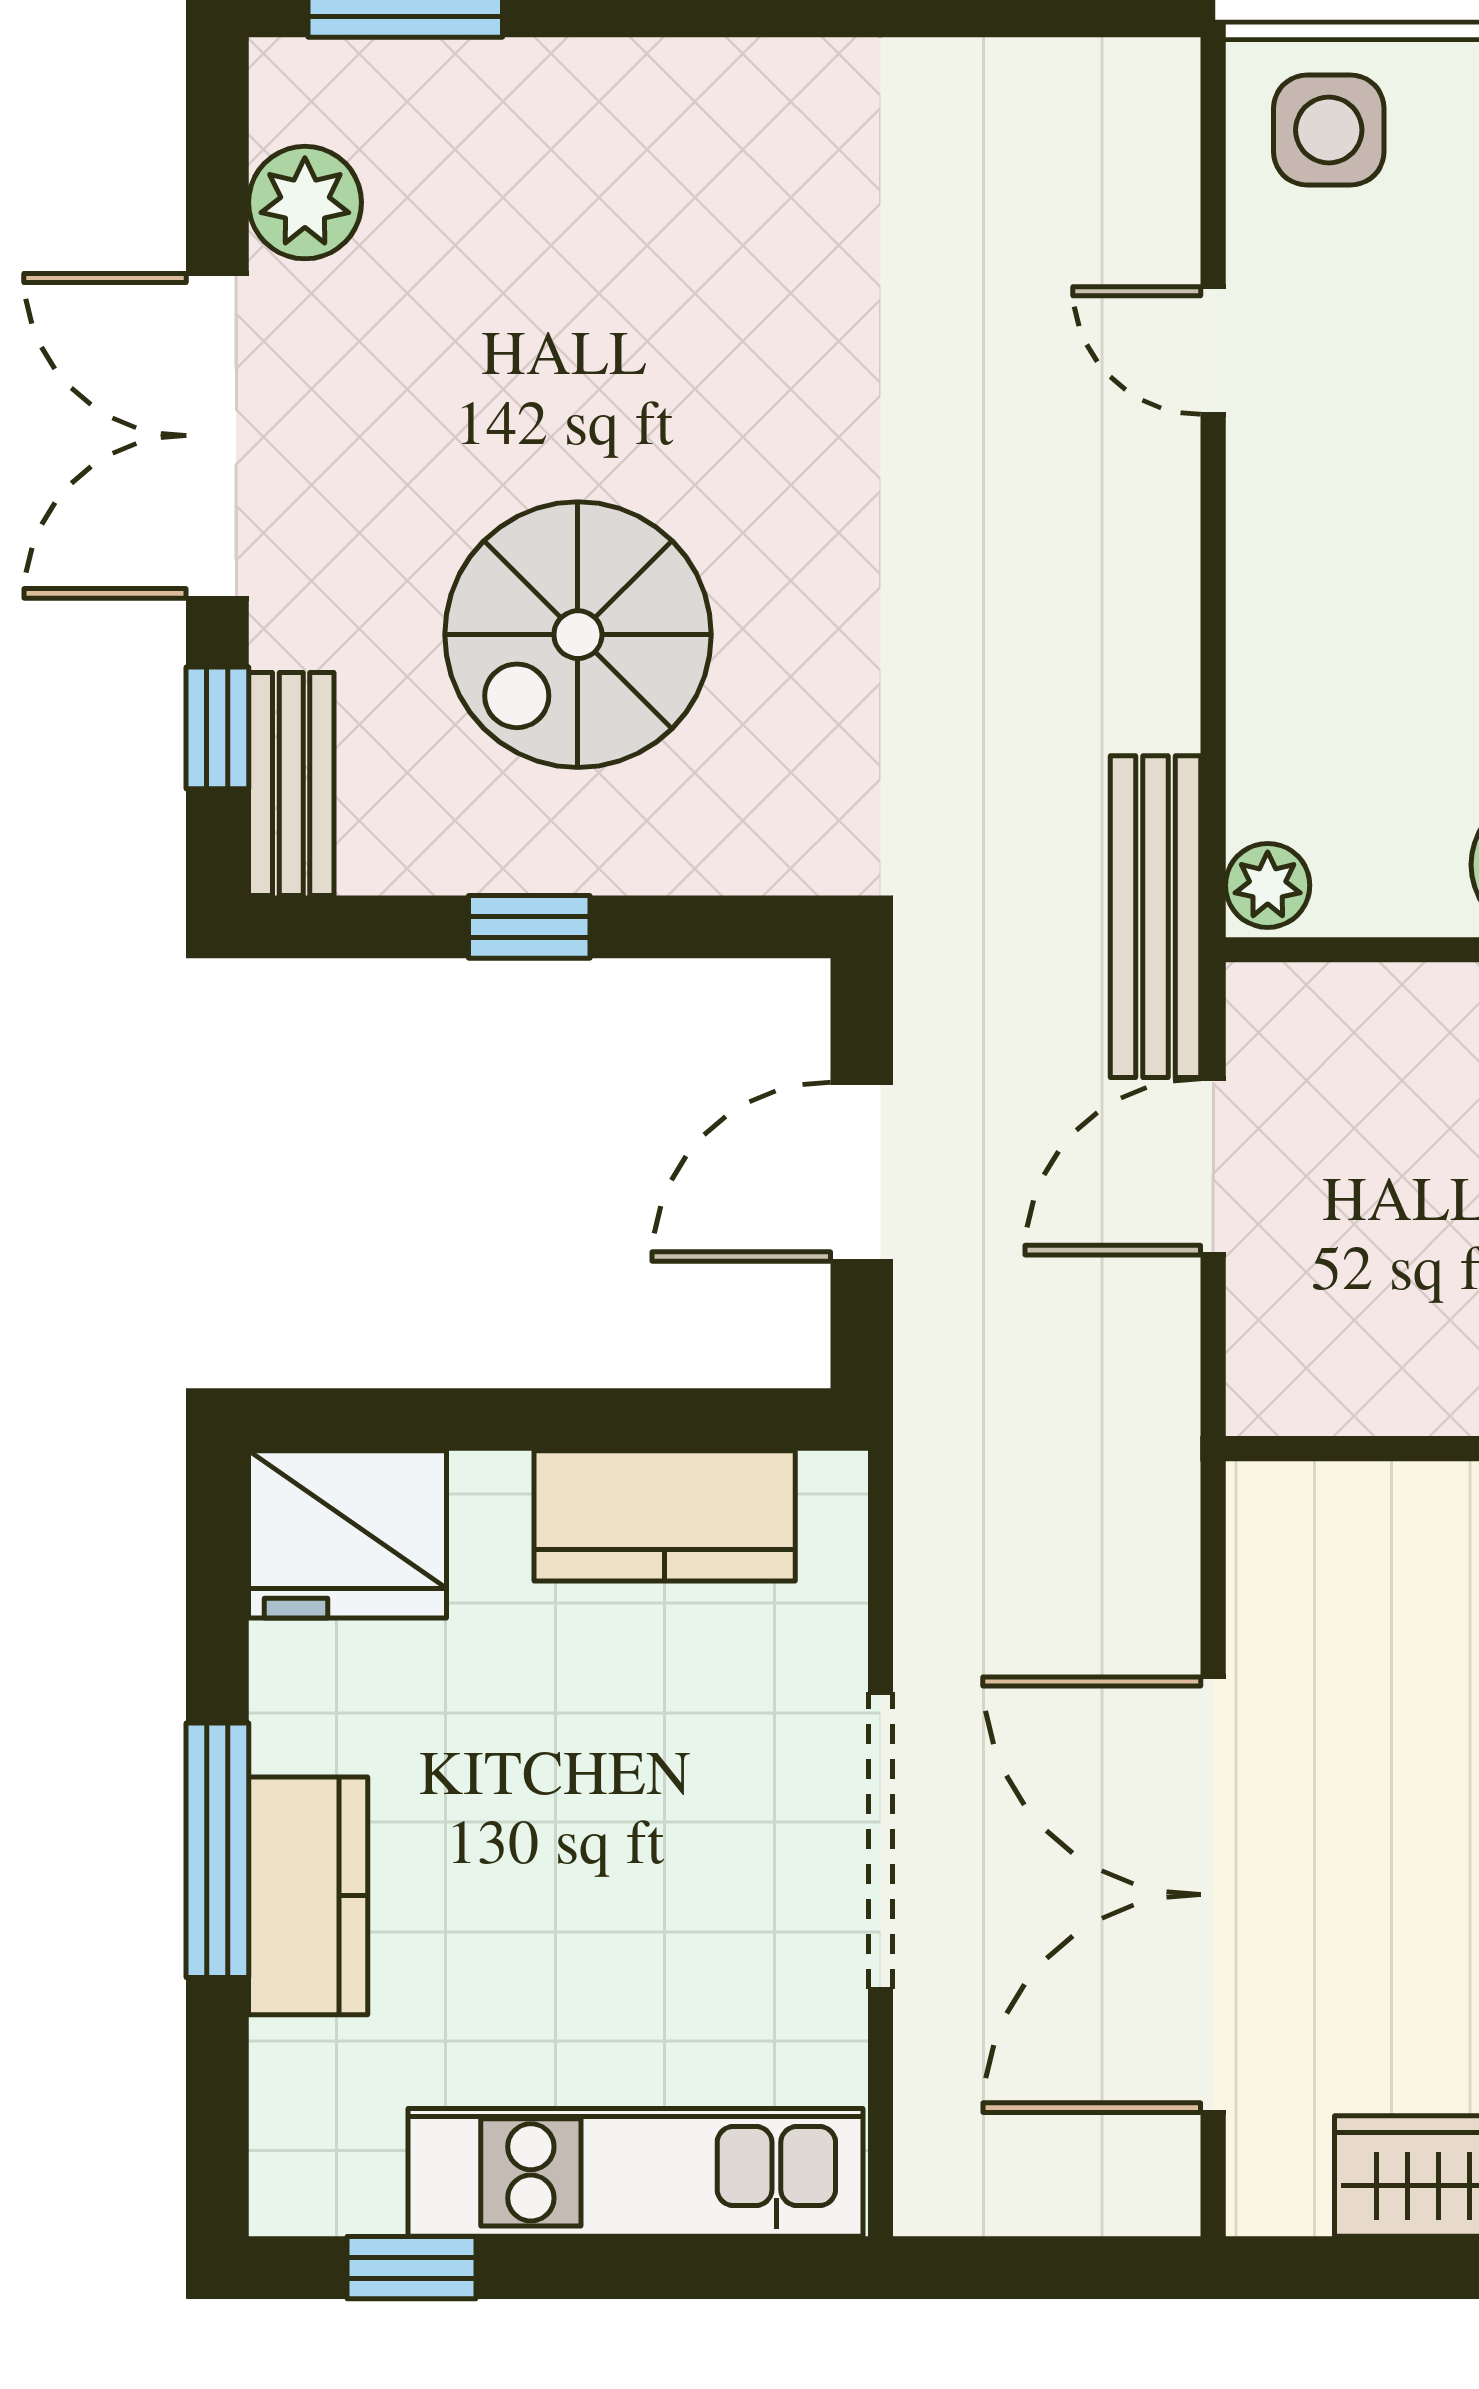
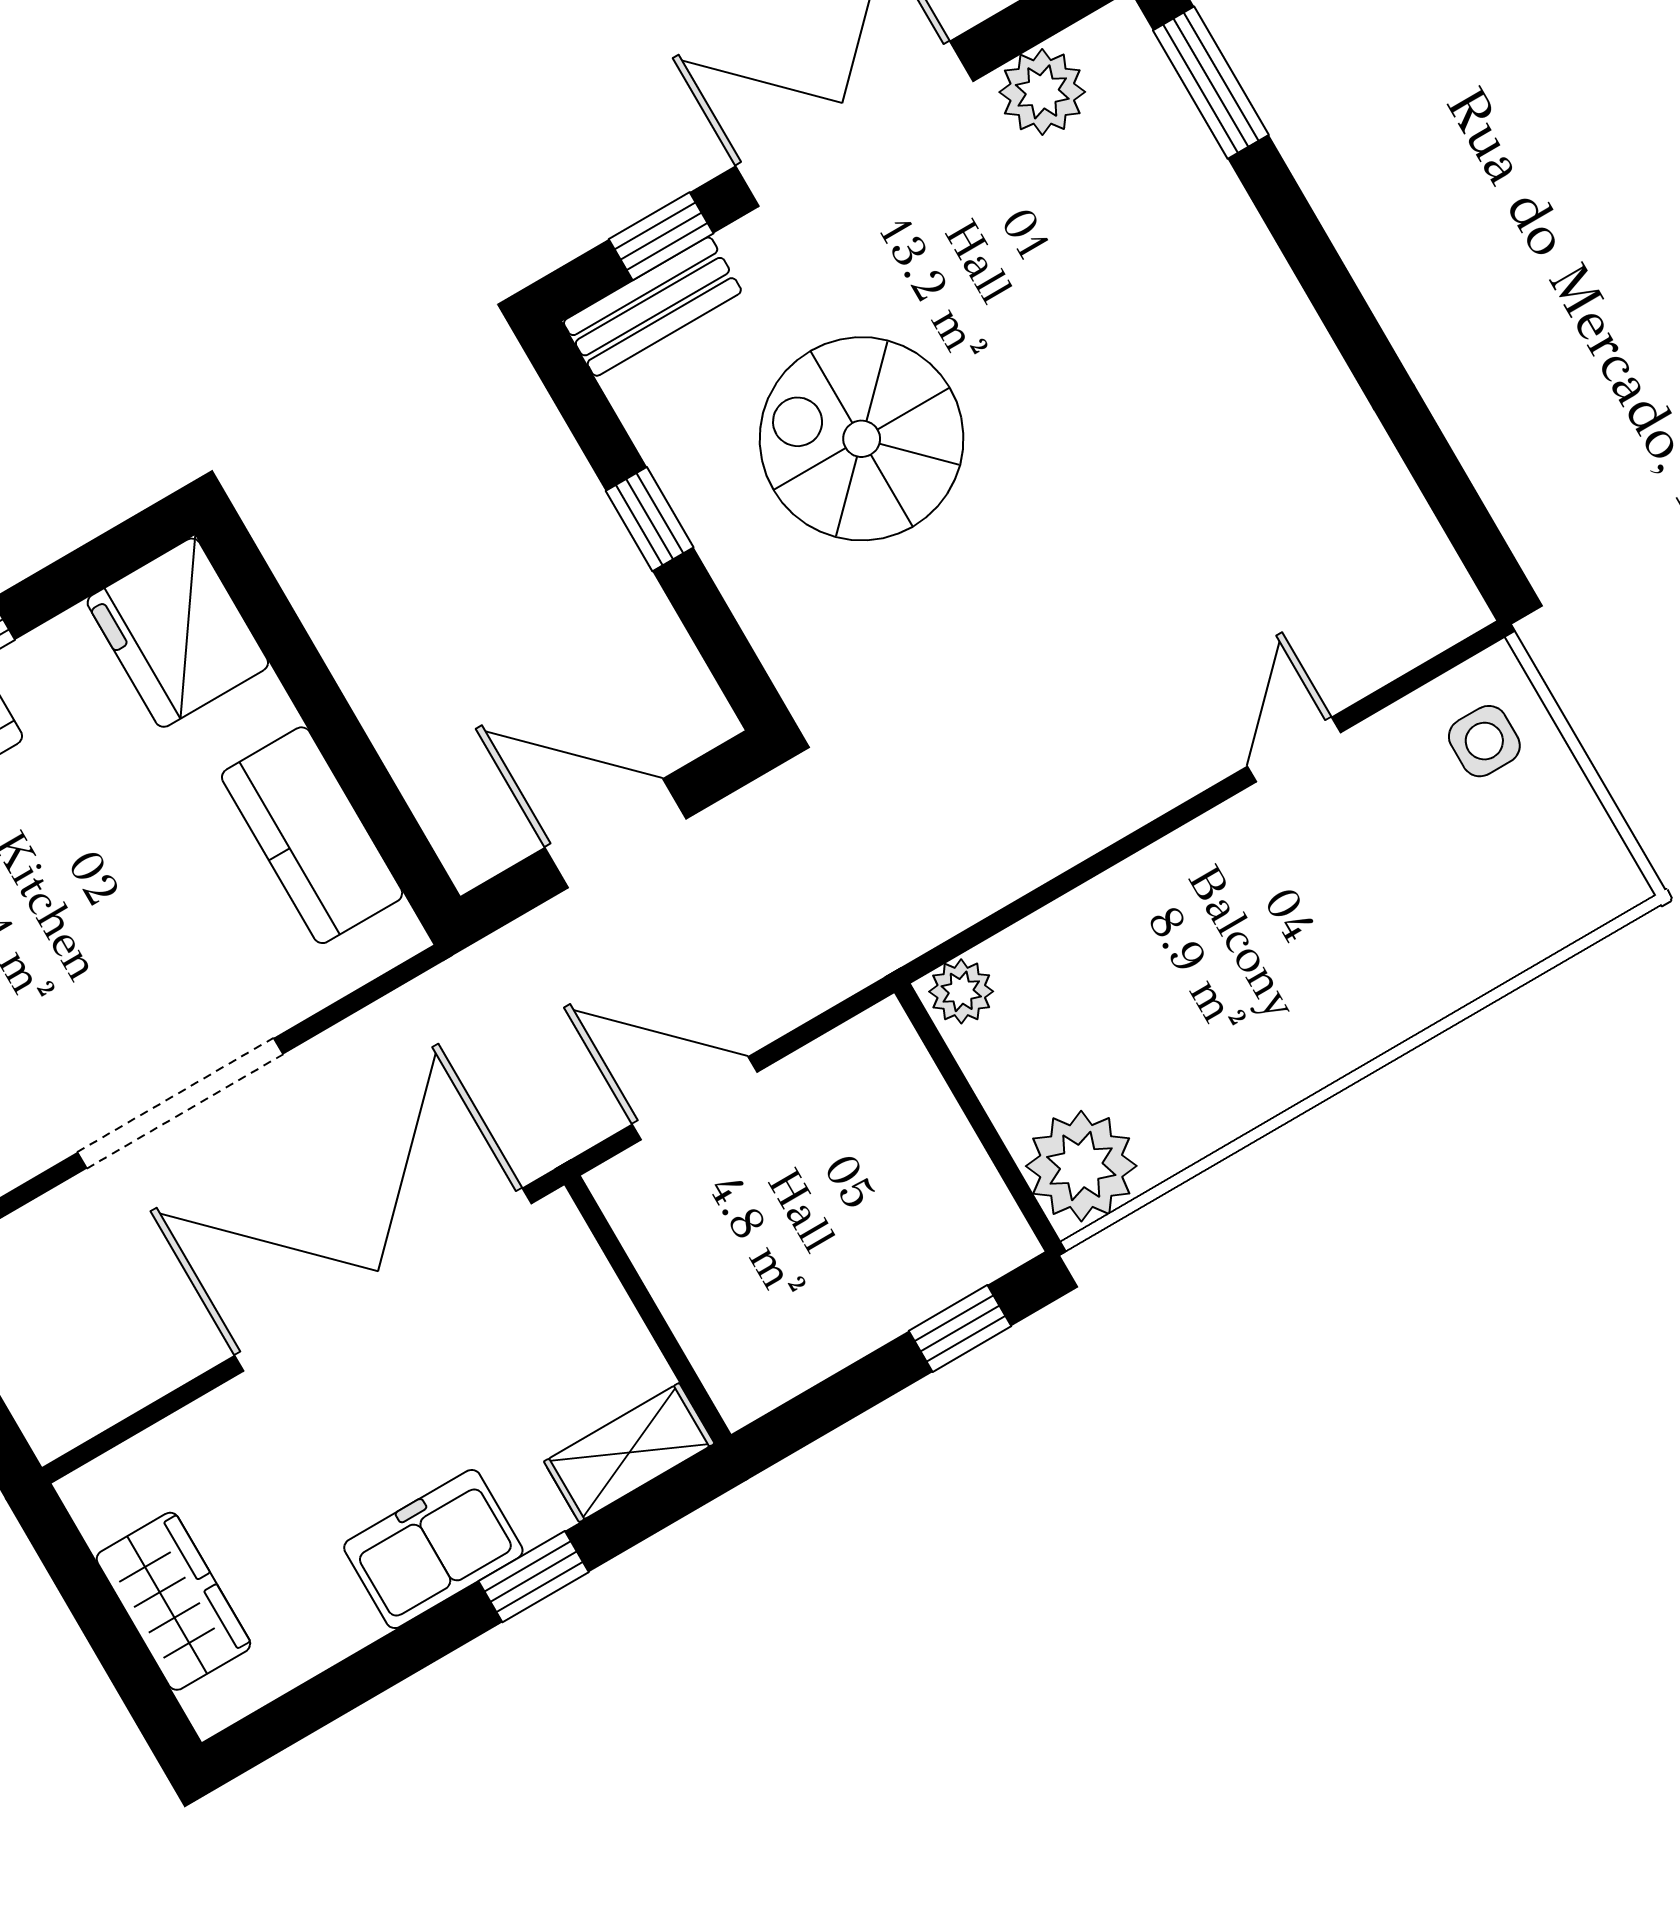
side table: (1329, 130) -> (1484, 741), width x0.73, depth x0.73
bench: (1156, 917) -> (897, 929), removed
door: (1213, 1167) -> (695, 1098), moved
double door: (1213, 1895) -> (383, 1280), moved

